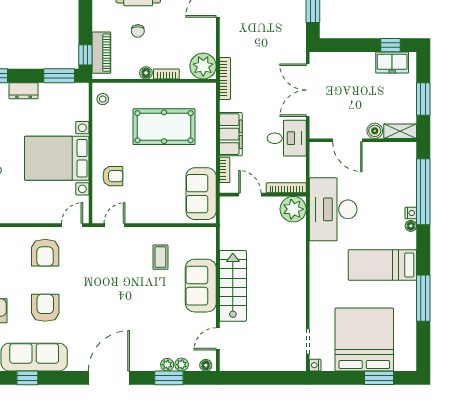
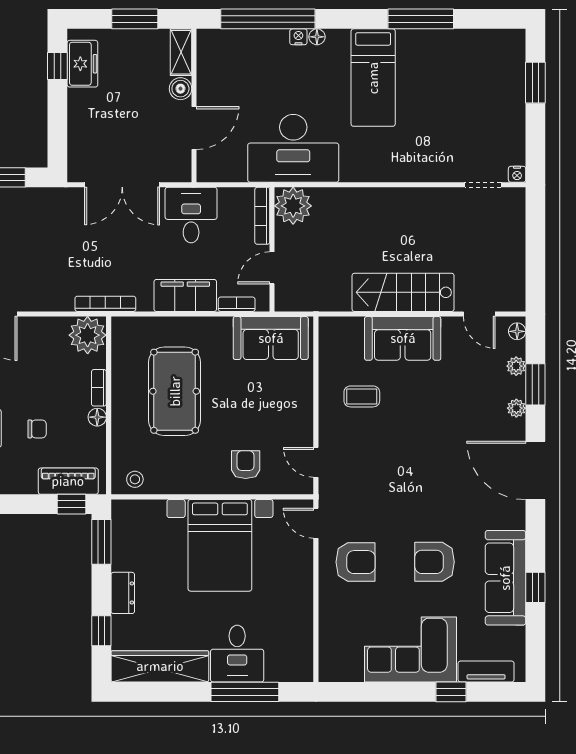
bed: (364, 340) -> (480, 104), removed
plant: (167, 365) -> (516, 408), moved

